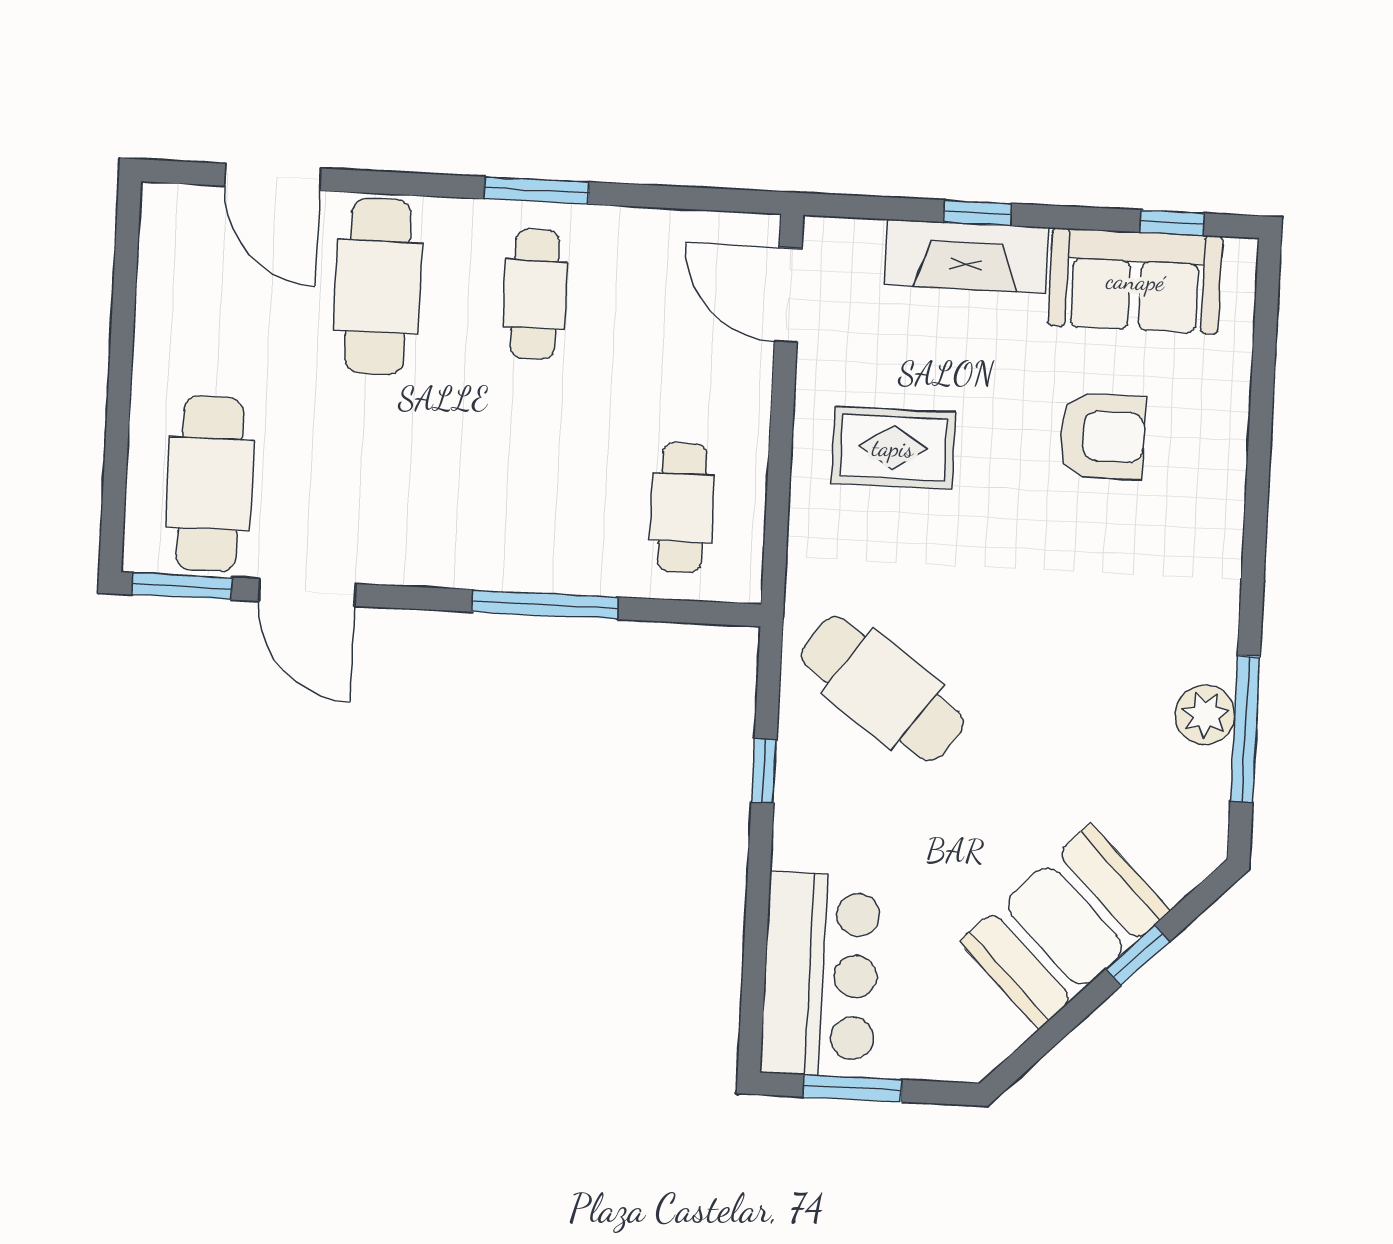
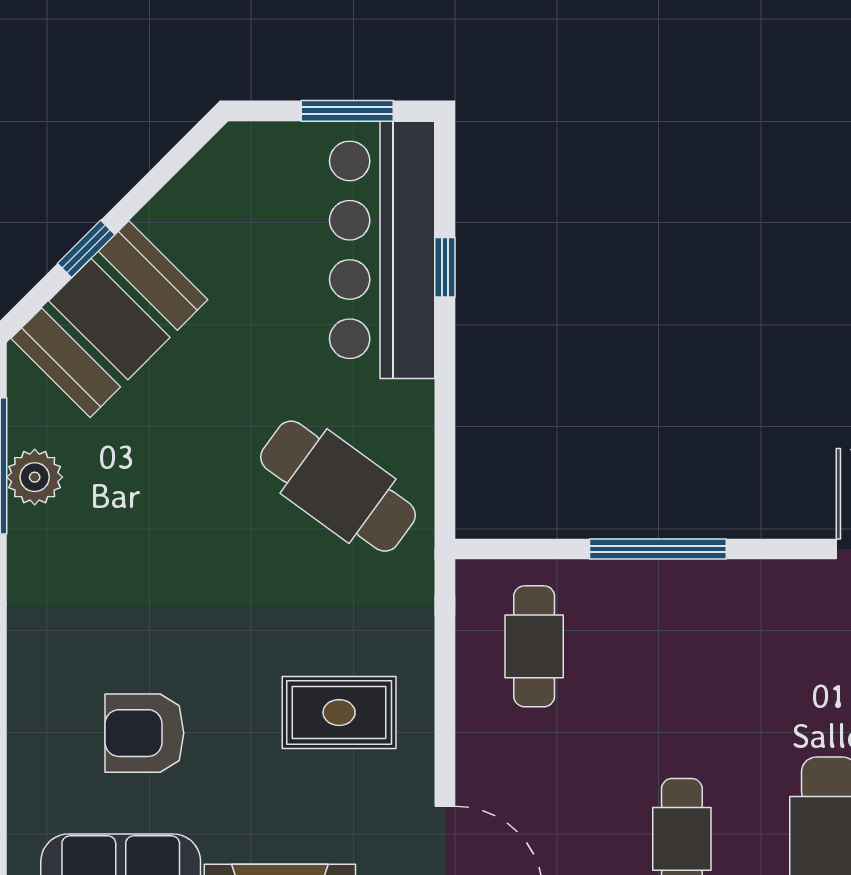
window: (764, 771) -> (445, 267), moved
booth: (1065, 926) -> (109, 319), moved
bar counter: (821, 975) -> (382, 250), width x1.36

